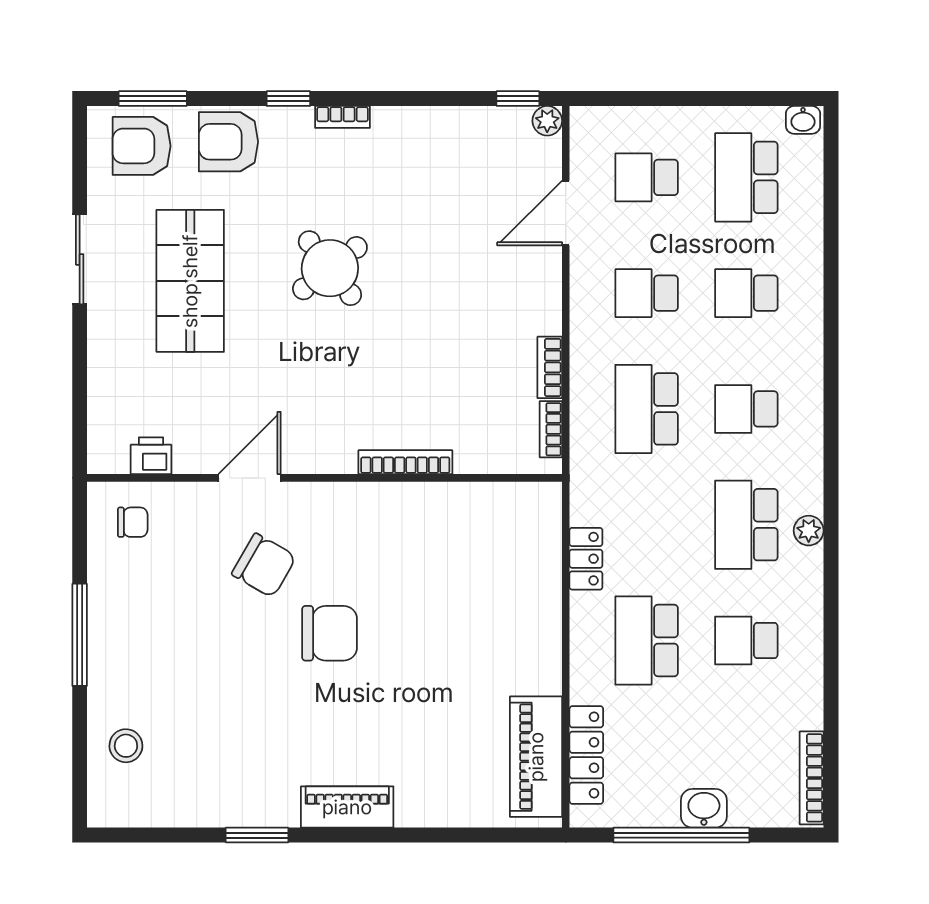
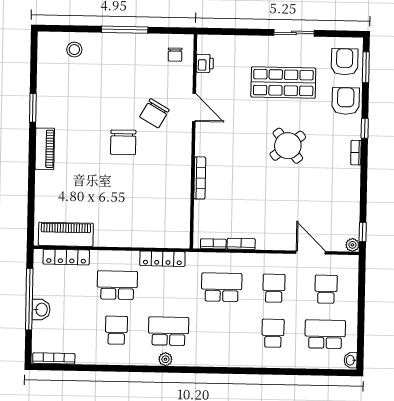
school desk: (746, 409) -> (221, 332), removed
locker: (586, 559) -> (162, 259), width x1.53

